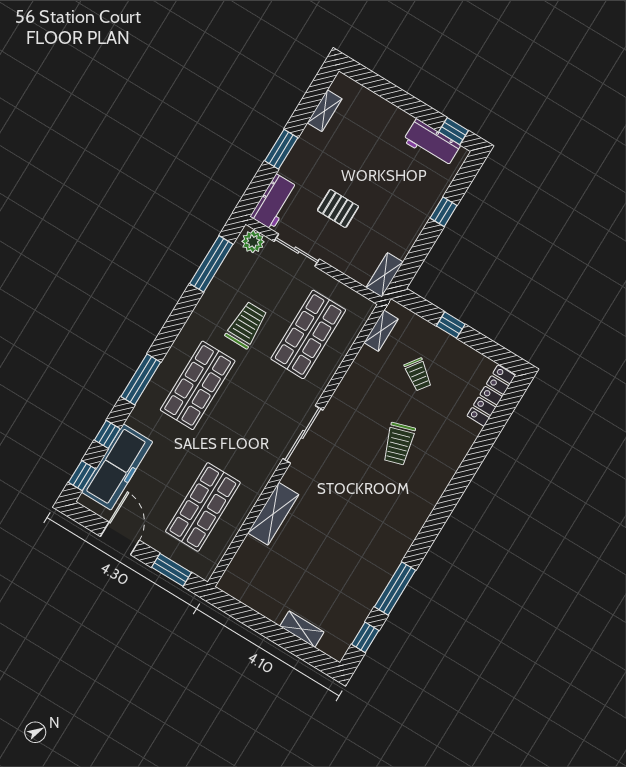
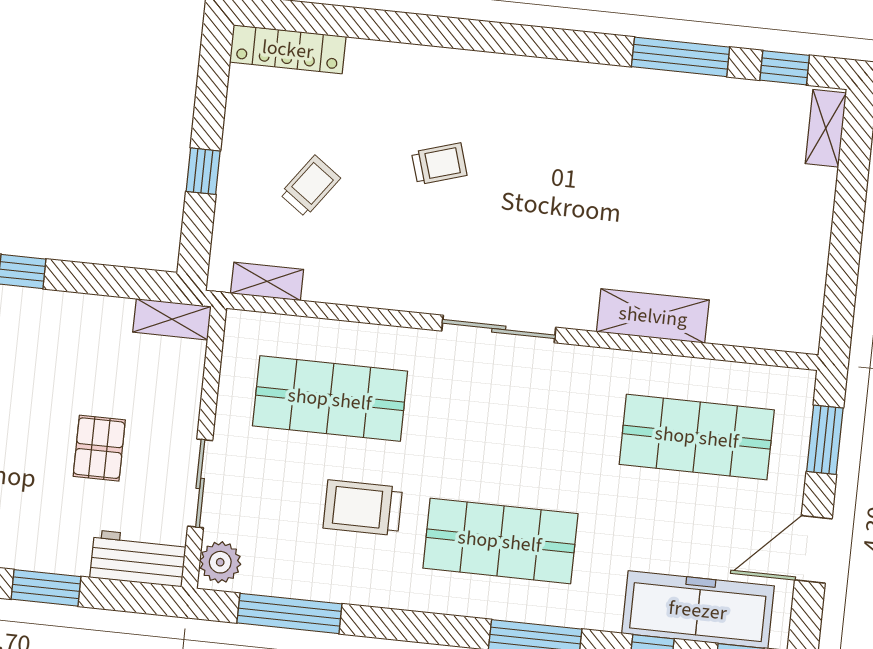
trolley: (399, 444) -> (439, 164), width x0.73, depth x0.72
shelving: (302, 629) -> (826, 128), moved

